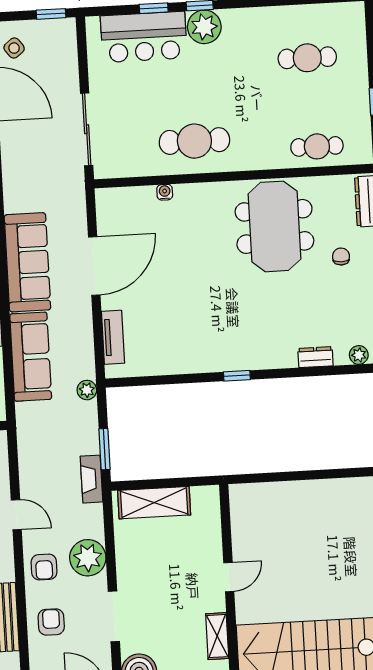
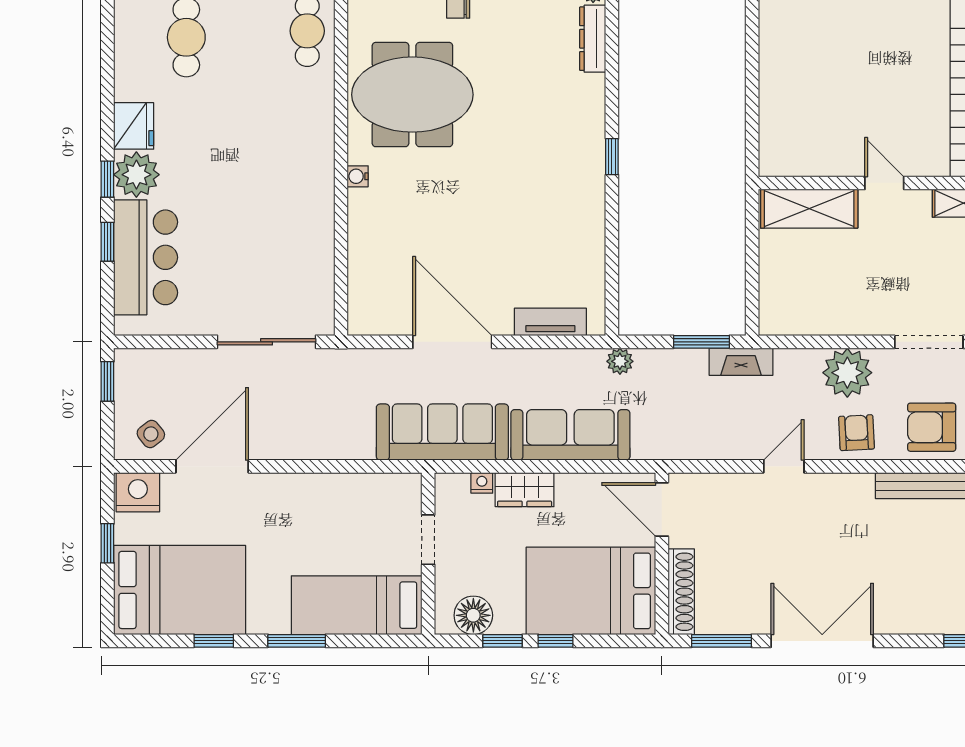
fridge: (240, 23) -> (134, 126), added
cafe table: (194, 141) -> (291, 197), removed
water cooler: (165, 192) -> (358, 176), moved
dresser: (315, 357) -> (593, 39), width x1.44
shelving: (154, 503) -> (809, 209), moved, turned 90
armchair: (44, 567) -> (857, 433), turned -93
armchair: (51, 622) -> (932, 427), width x1.38, depth x1.38

